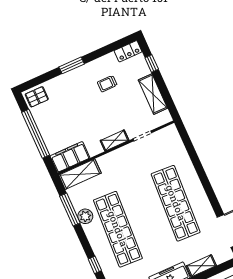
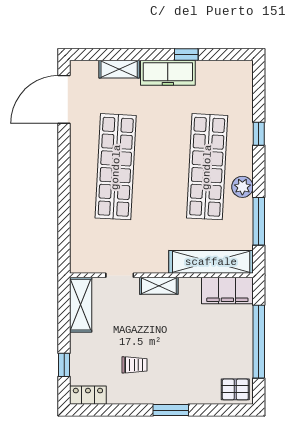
shelving: (153, 94) -> (81, 305), moved
shelving: (80, 174) -> (211, 262), width x1.47
plant: (85, 216) -> (242, 187), moved

